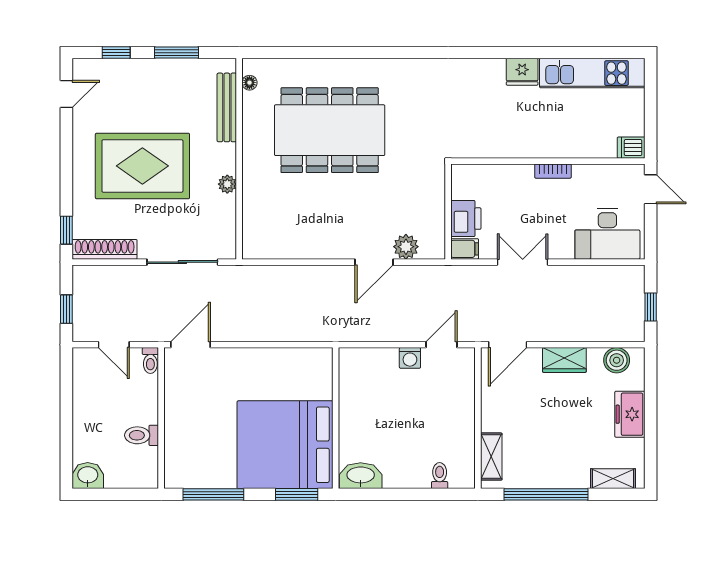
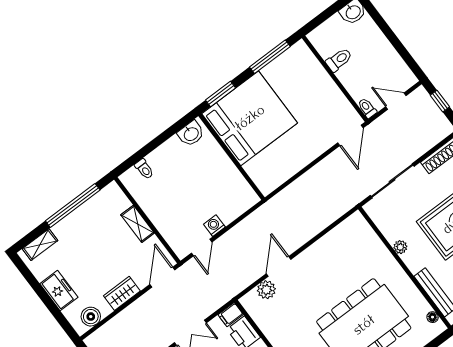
shelving: (491, 457) -> (138, 224), moved
washbasin: (361, 476) -> (191, 134), width x0.72

